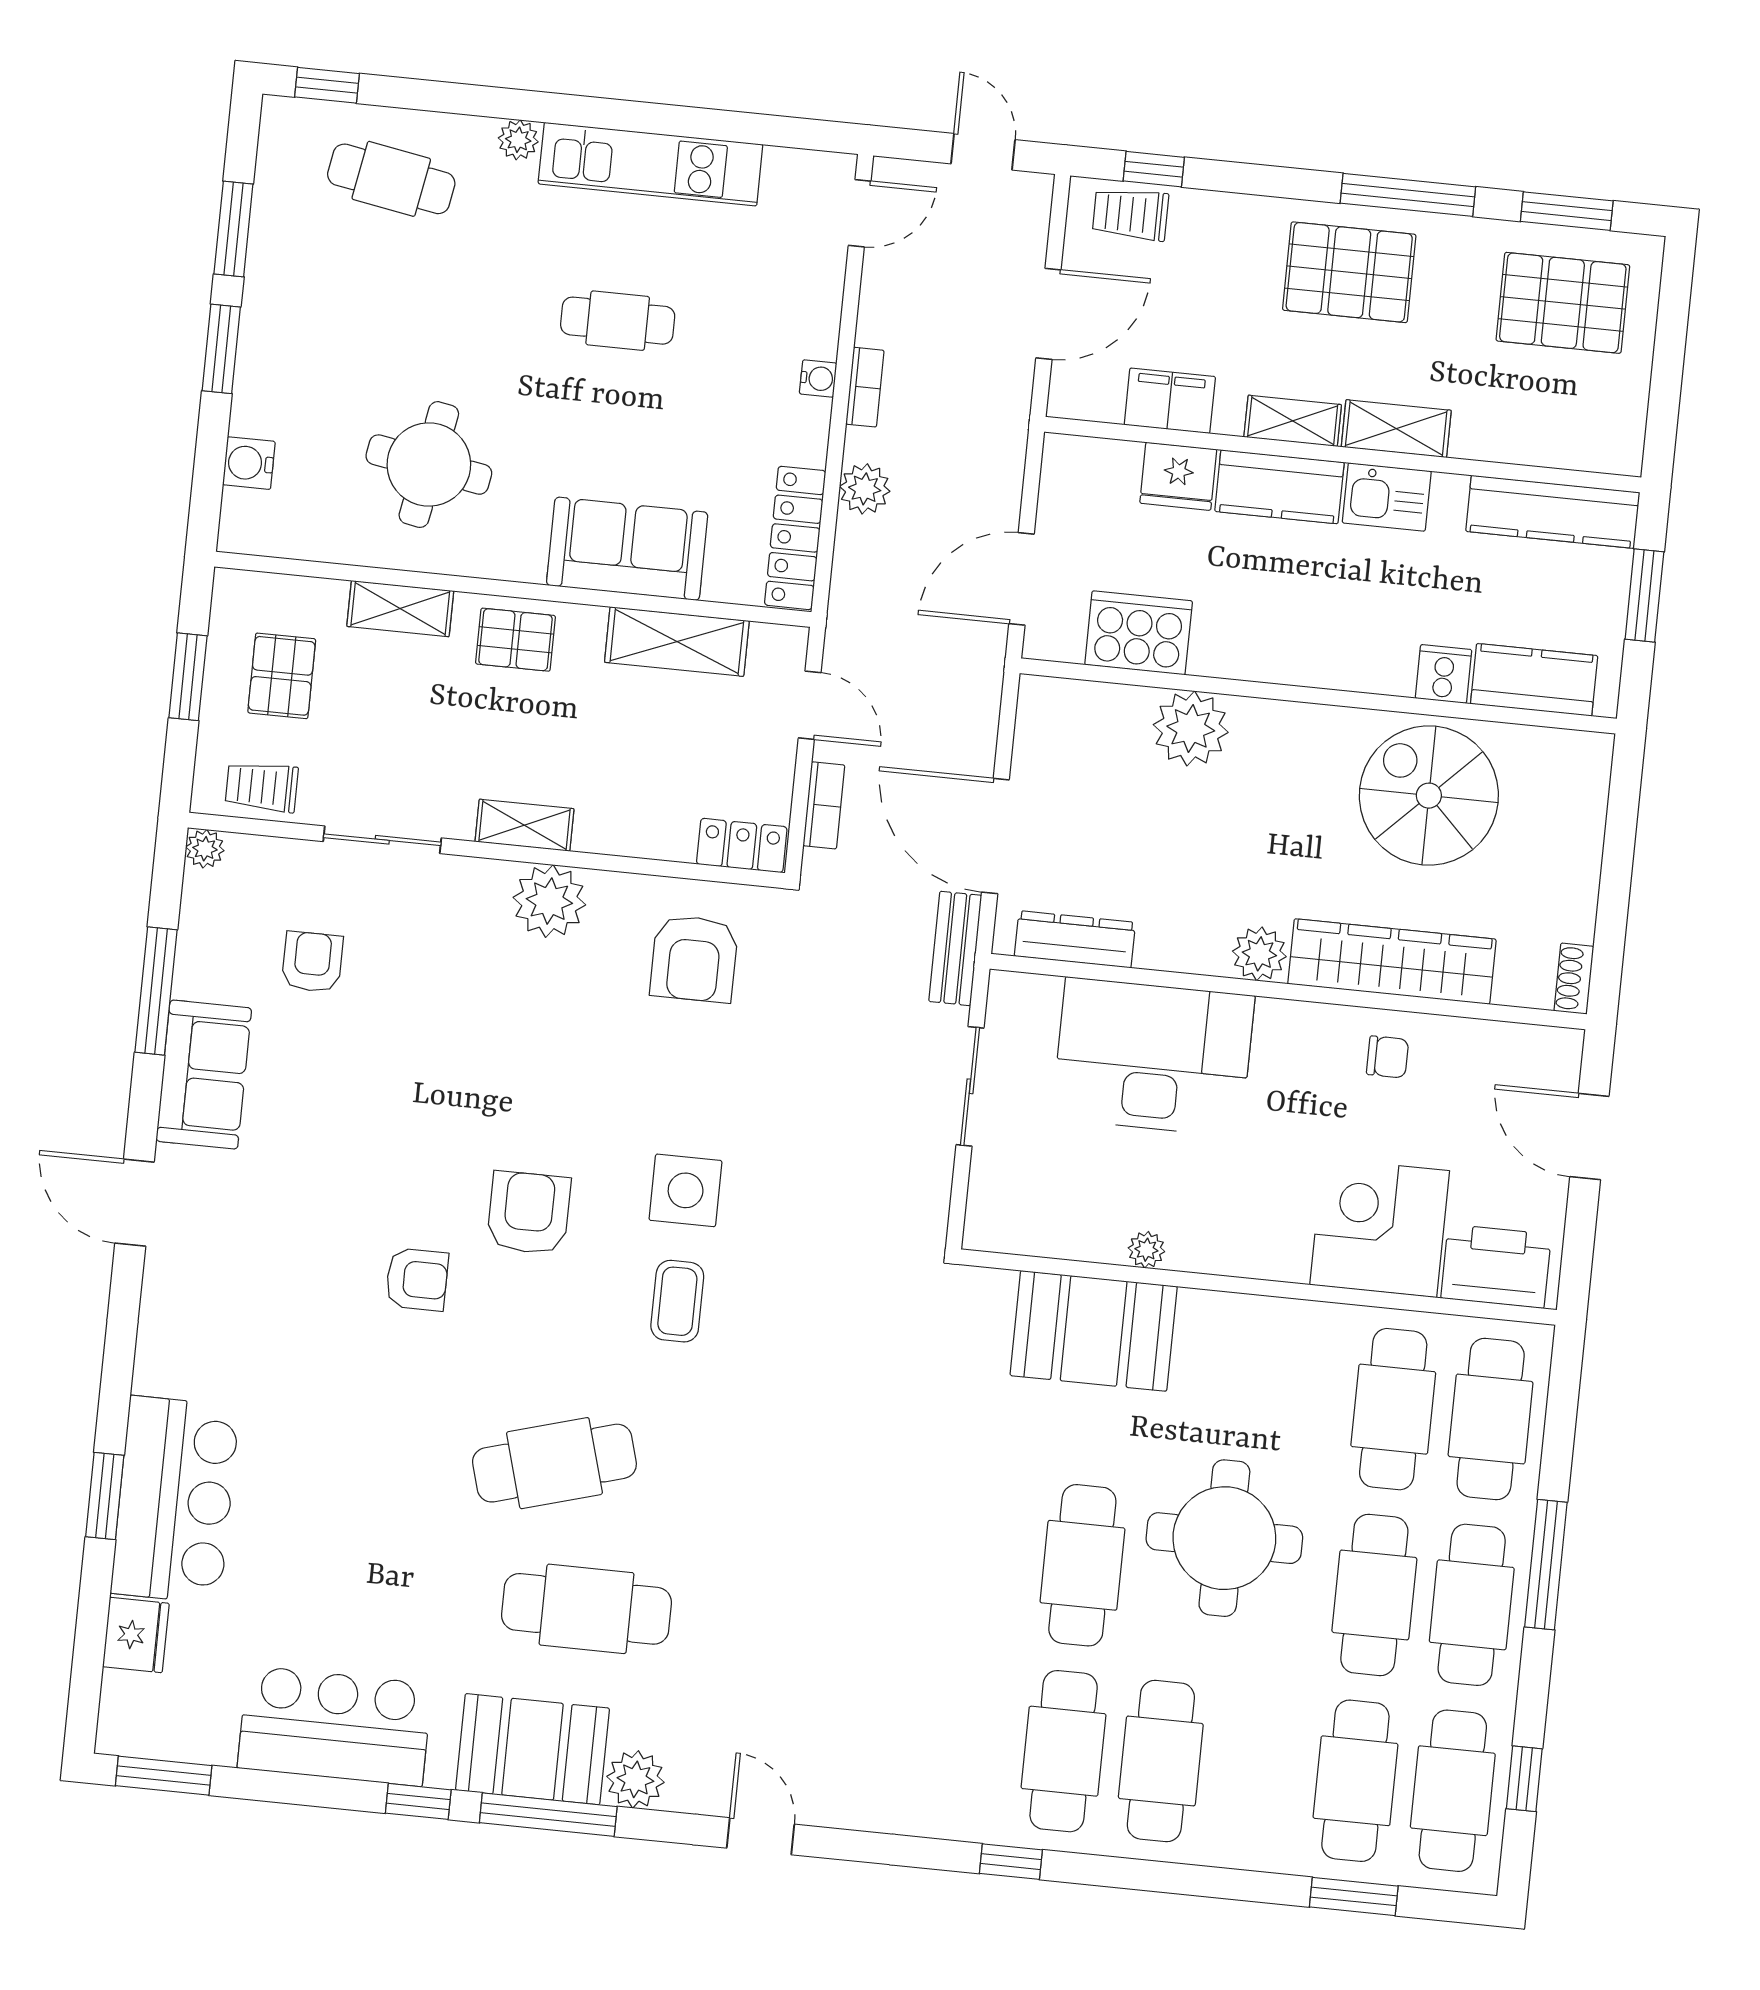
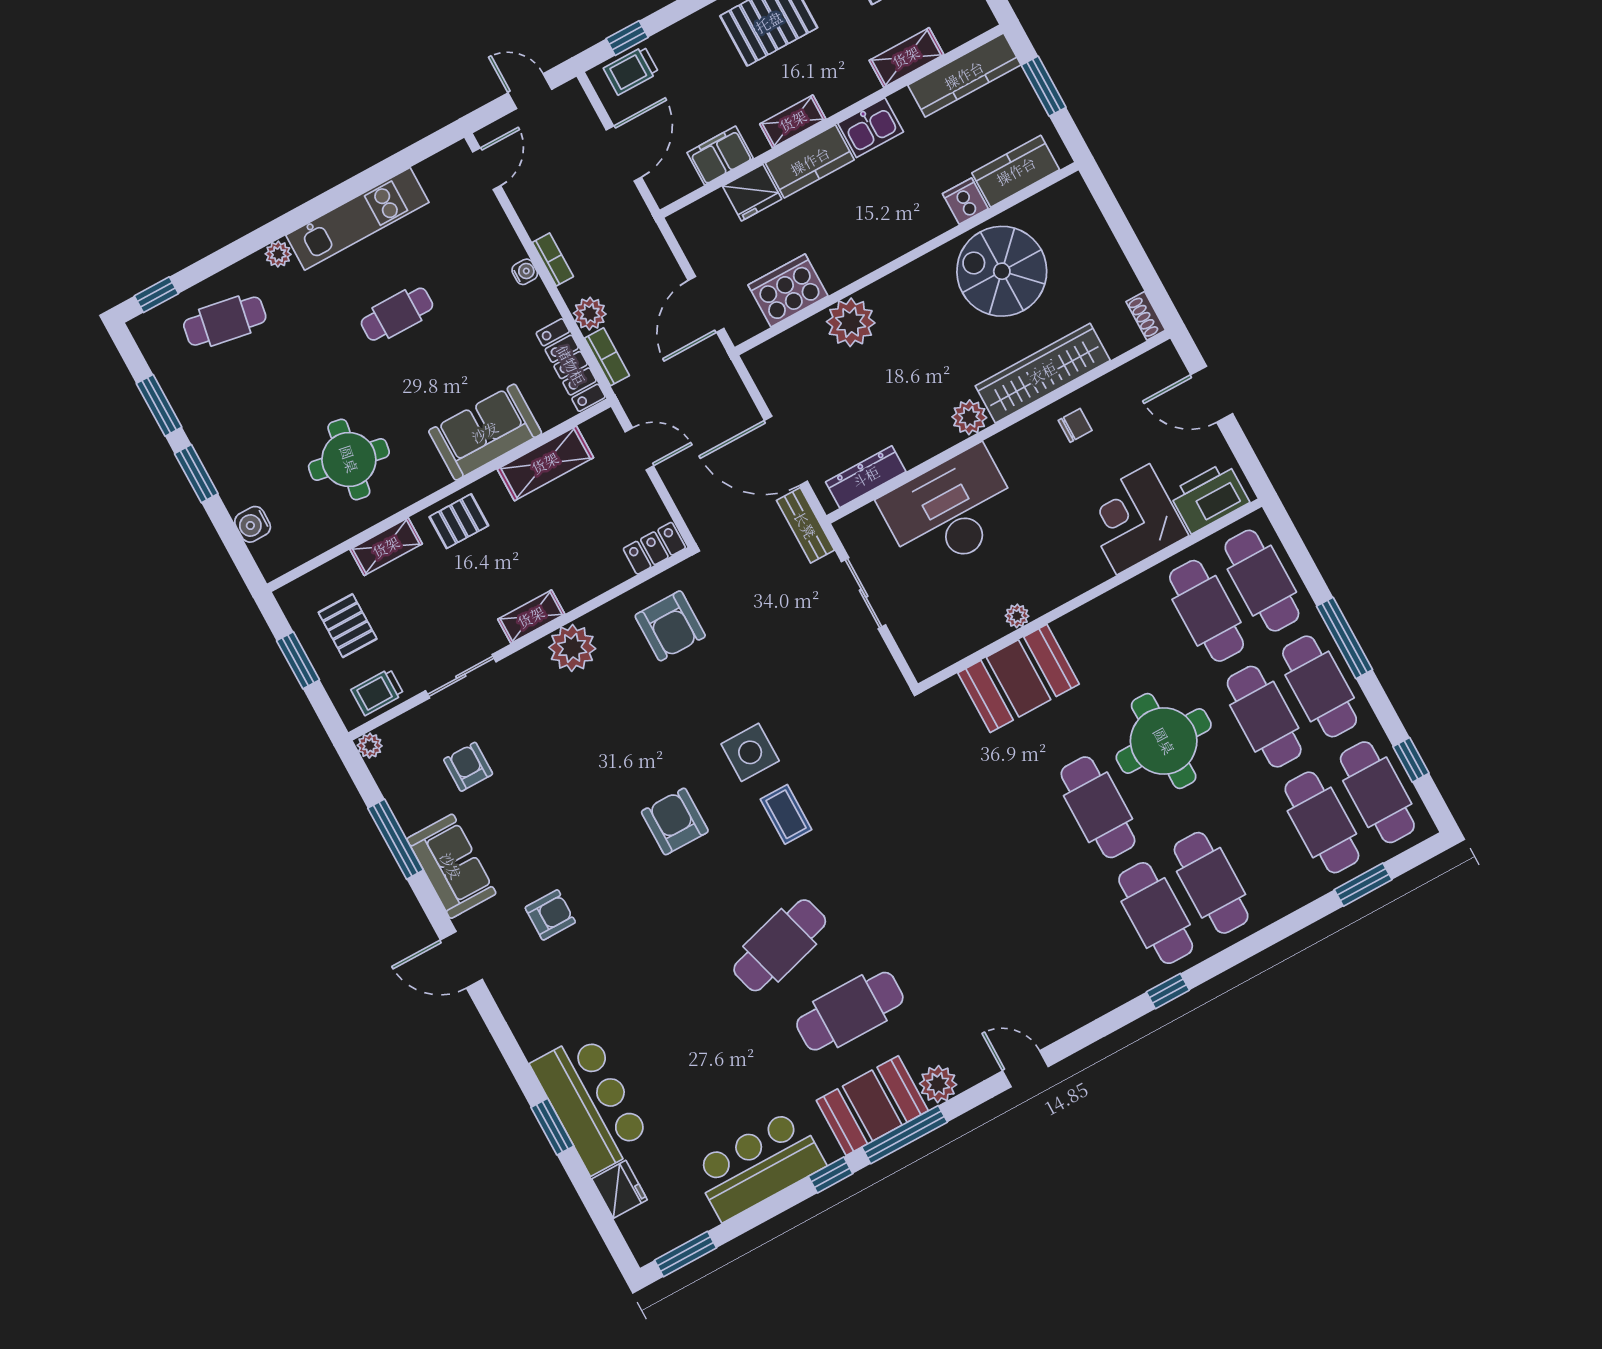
shelving: (1396, 429) -> (906, 57), moved
bookcase: (824, 805) -> (607, 357), moved
armchair: (417, 1279) -> (550, 915), moved

